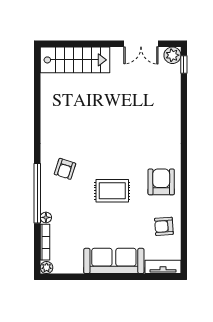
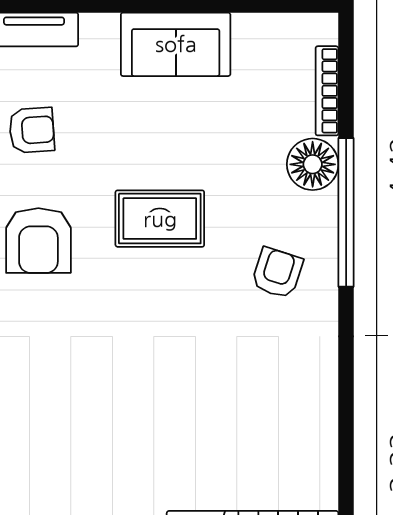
floor lamp: (46, 217) -> (313, 164), width x1.89, depth x1.89
sofa: (114, 261) -> (176, 44), width x0.73
plant: (47, 268) -> (323, 28), removed

